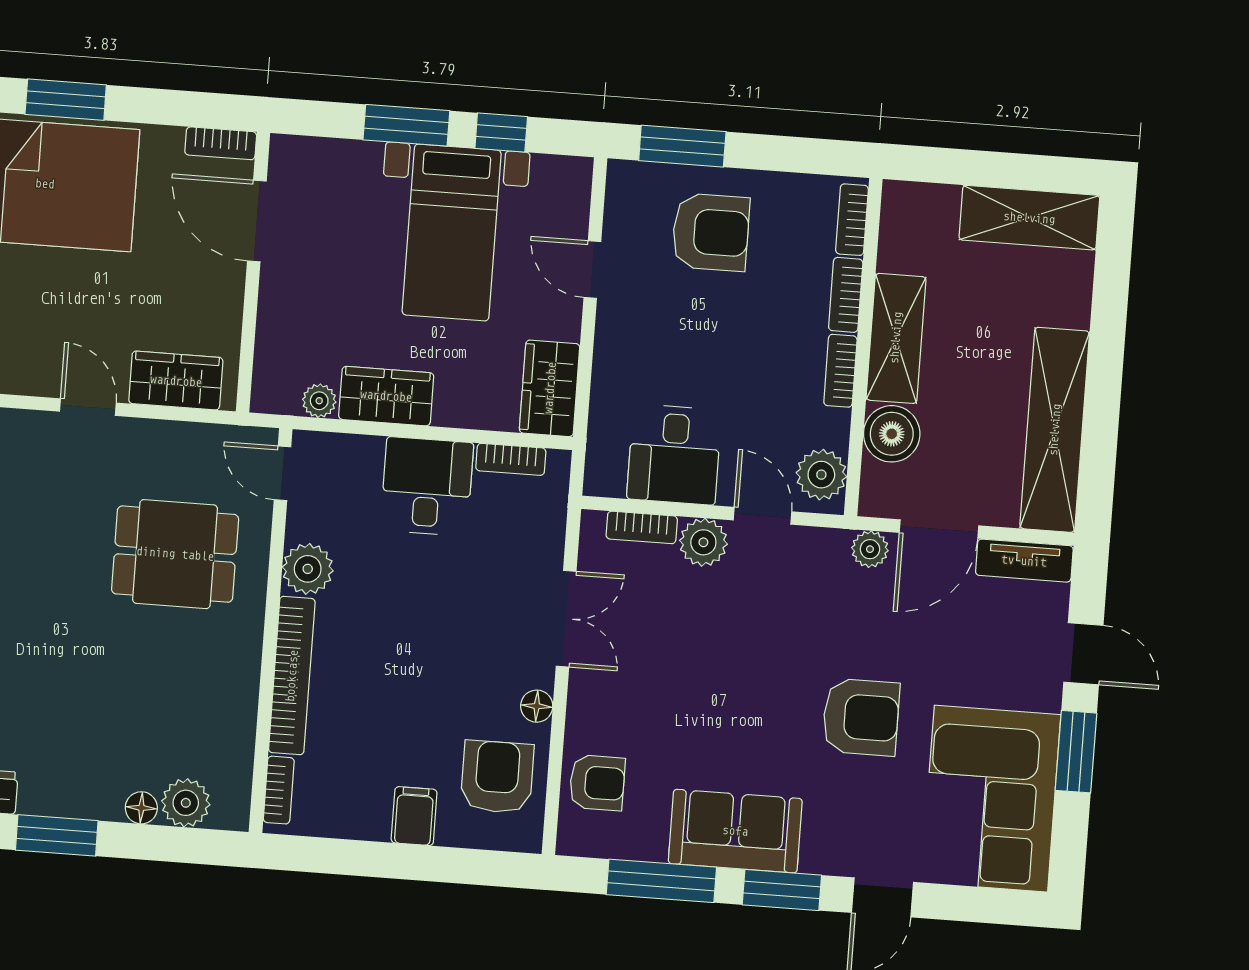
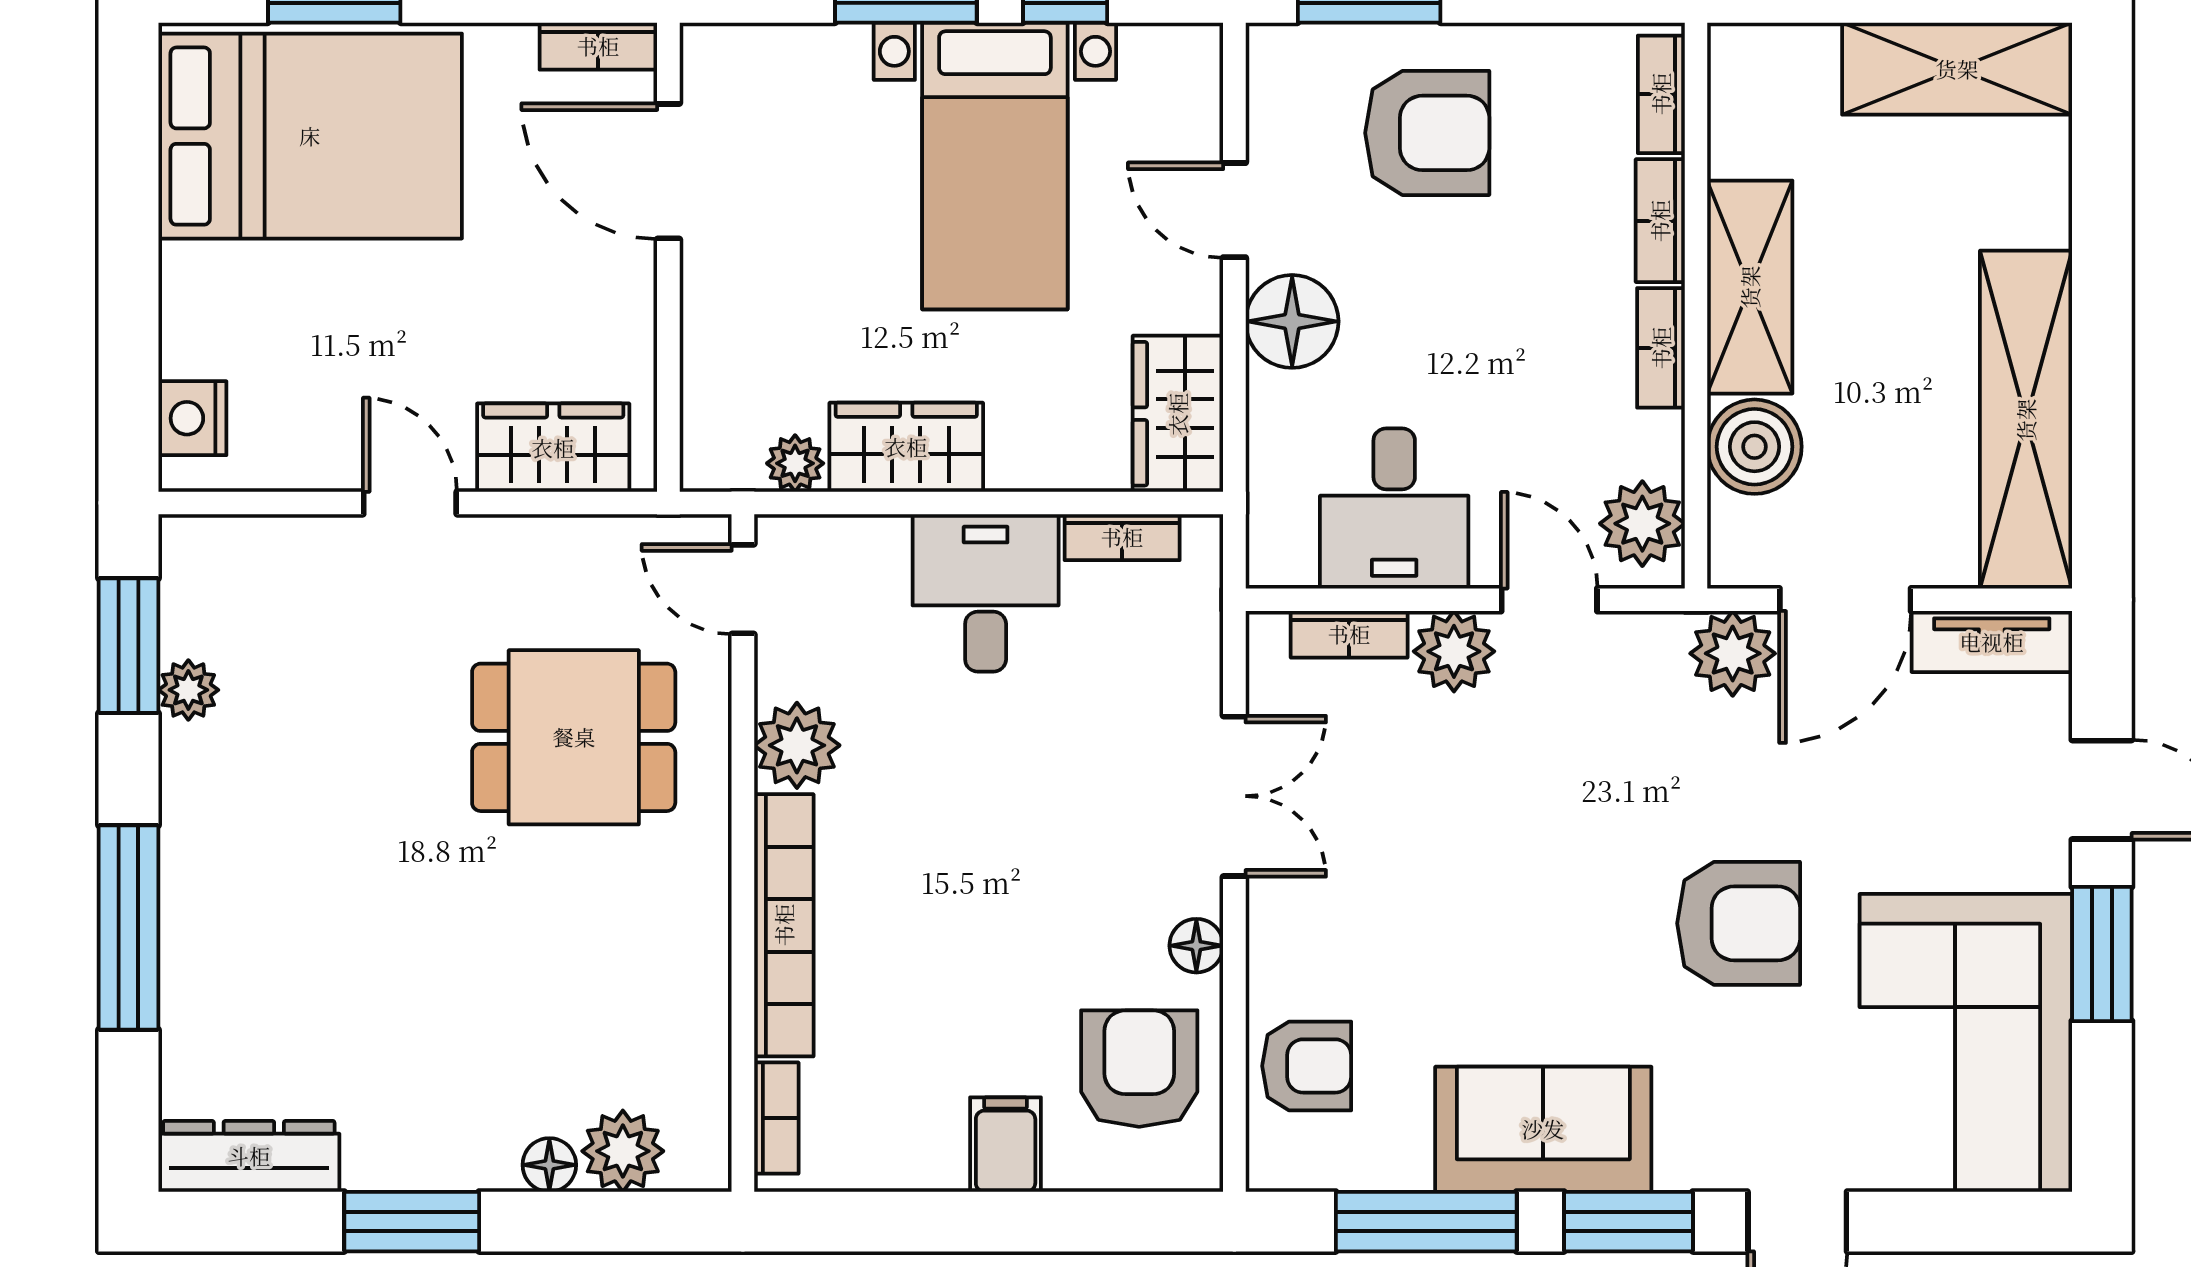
floor lamp: (622, 338) -> (1292, 321), added
plant: (870, 549) -> (1733, 653), width x1.38, depth x1.38

